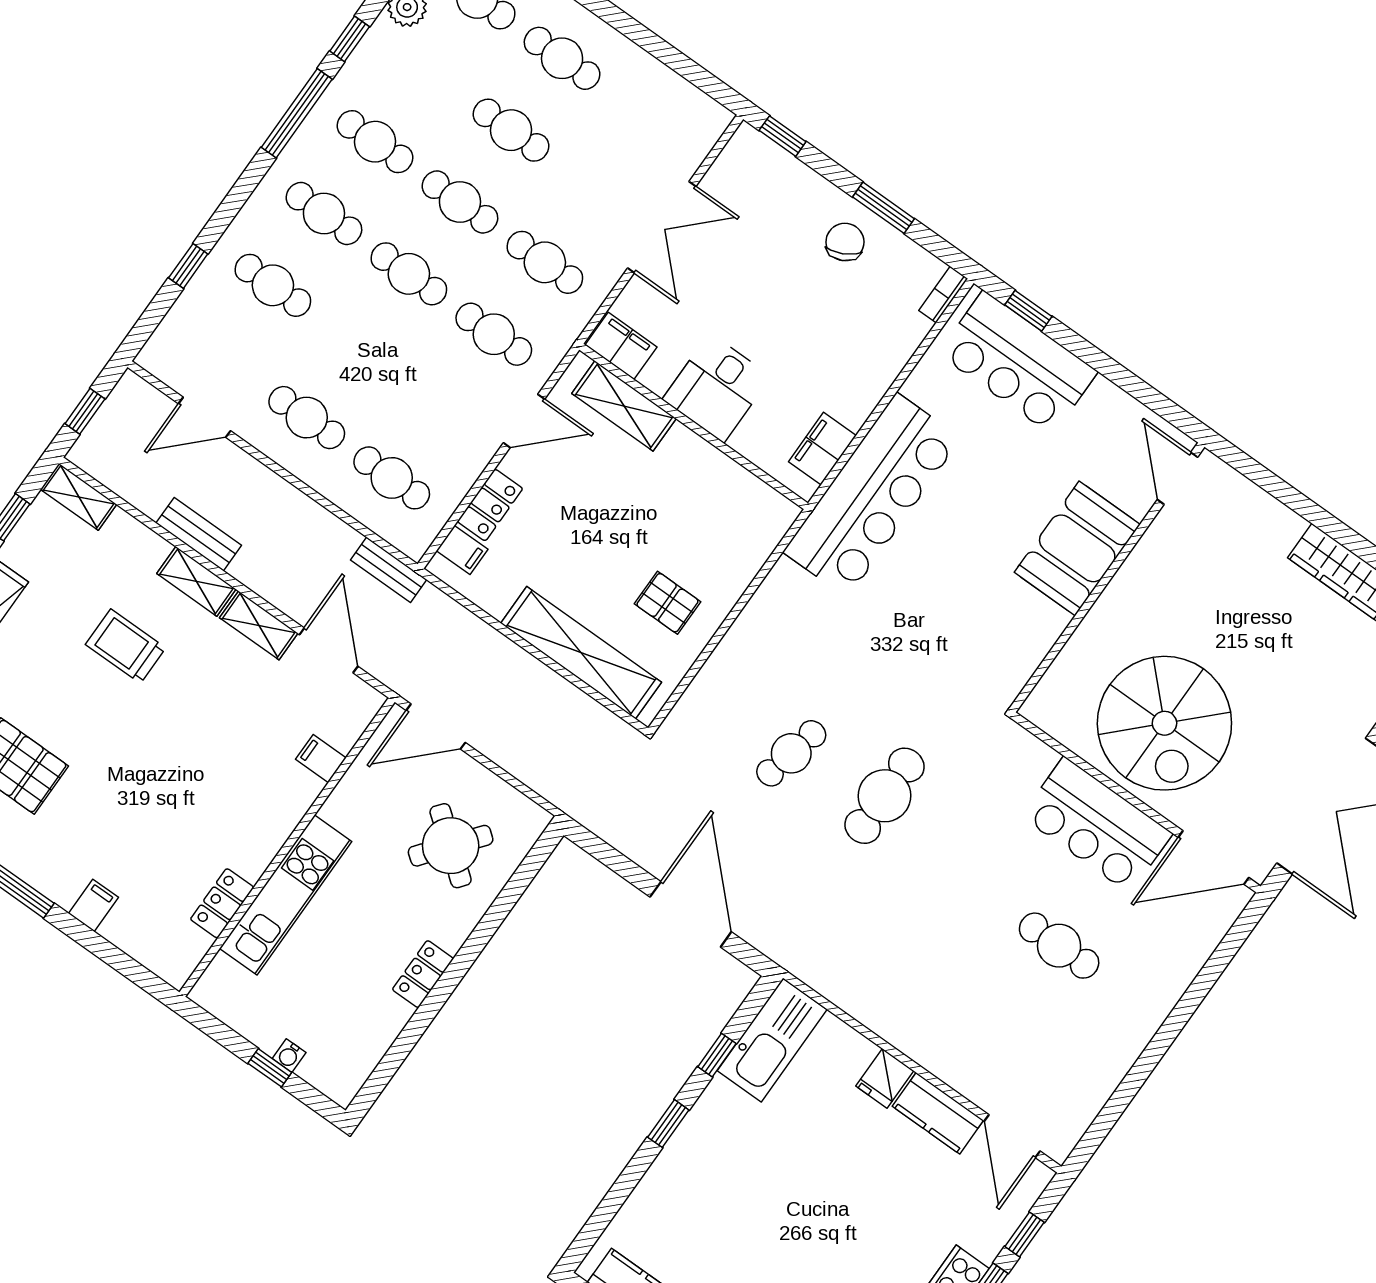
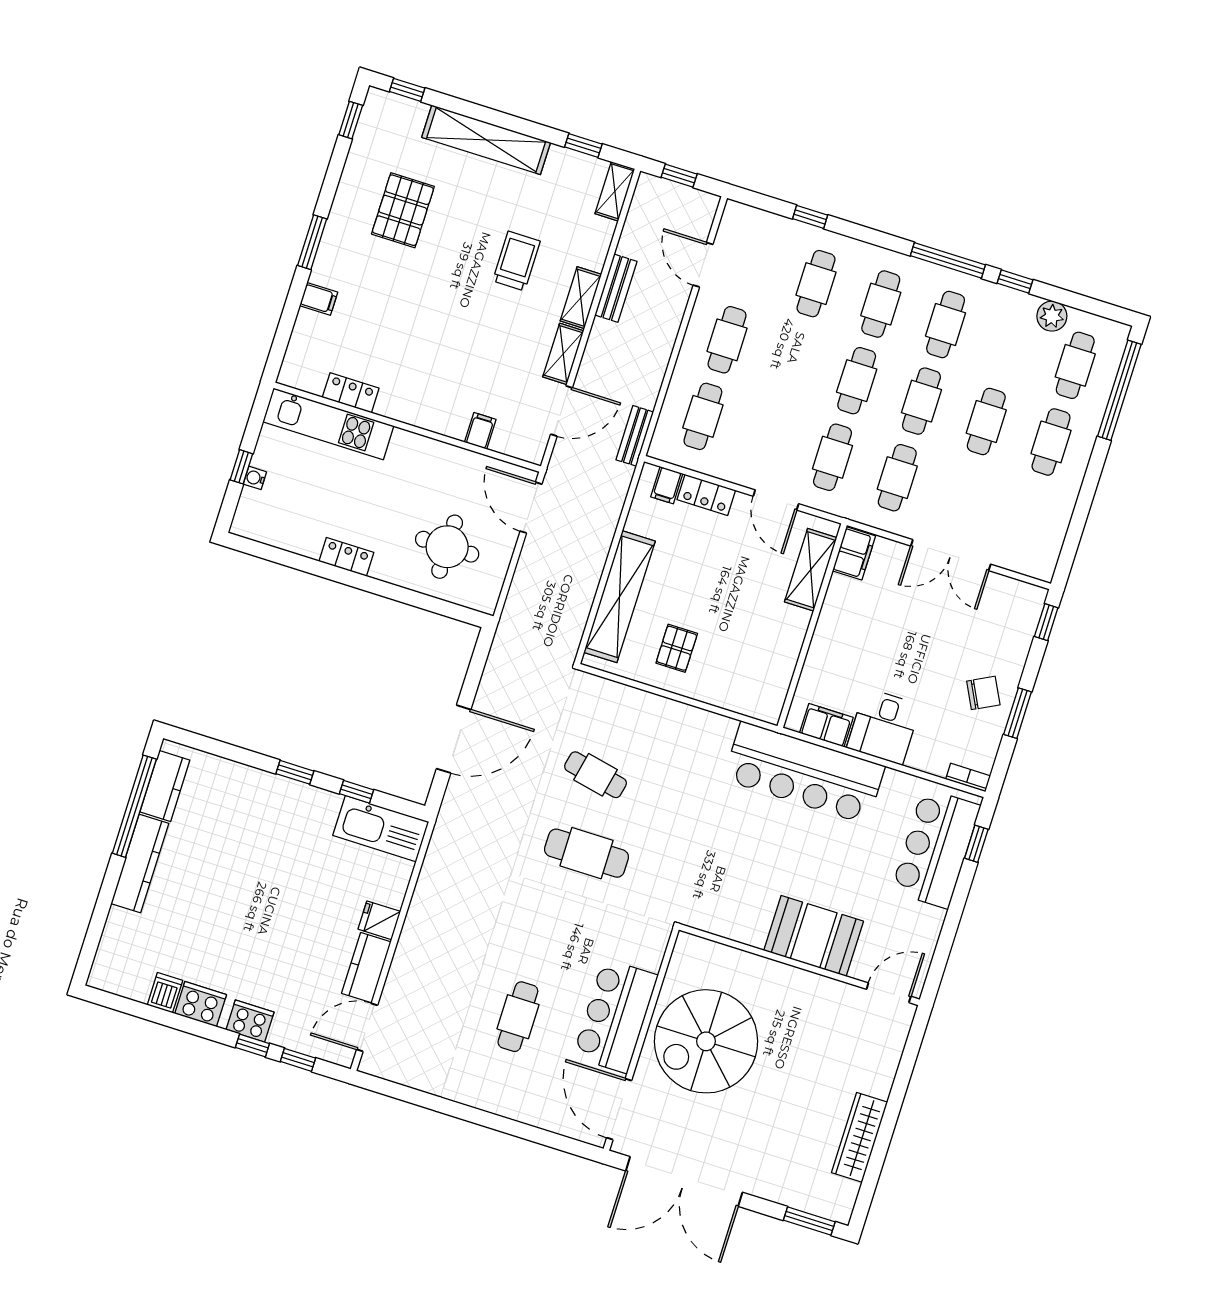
desk: (717, 388) -> (884, 726), moved, turned -90
round table: (451, 846) -> (447, 547), turned -38
kitchen unit: (286, 895) -> (328, 424), moved

